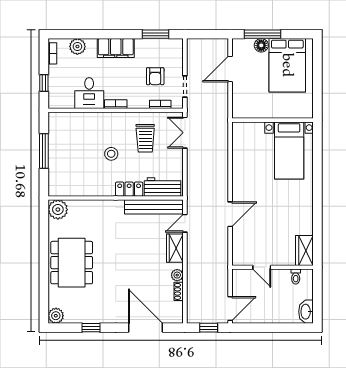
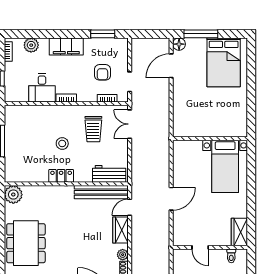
floor lamp: (261, 45) -> (179, 44), moved
wall: (273, 120) -> (210, 139), moved
bed with nightstands: (289, 151) -> (225, 166), moved
locker: (129, 189) -> (61, 176), moved

